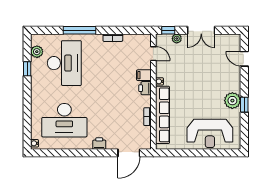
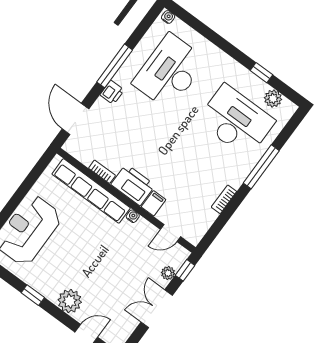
desk: (64, 63) -> (236, 121), turned 180
printer: (145, 88) -> (133, 185), width x1.87, depth x1.48
plant: (232, 101) -> (70, 301), moved
window: (84, 153) -> (115, 66), added

